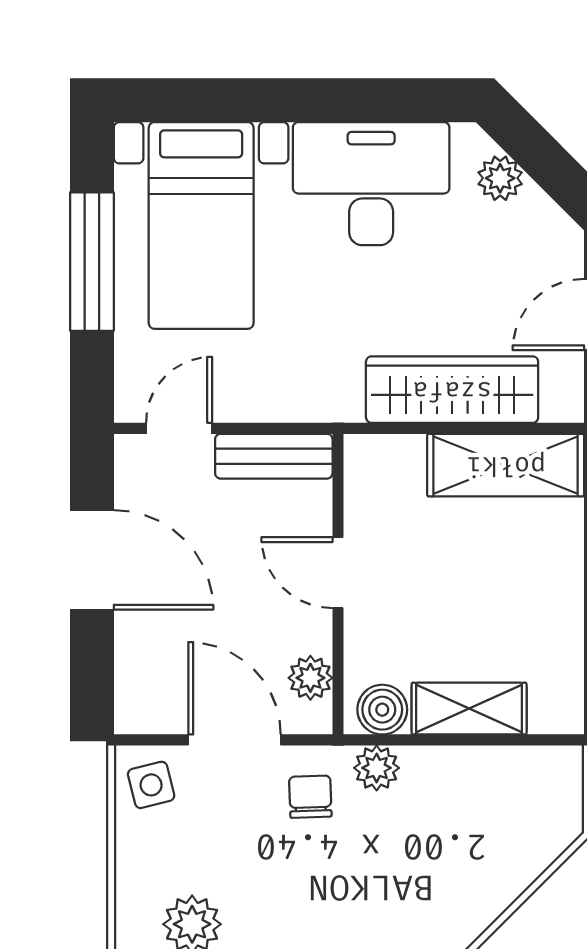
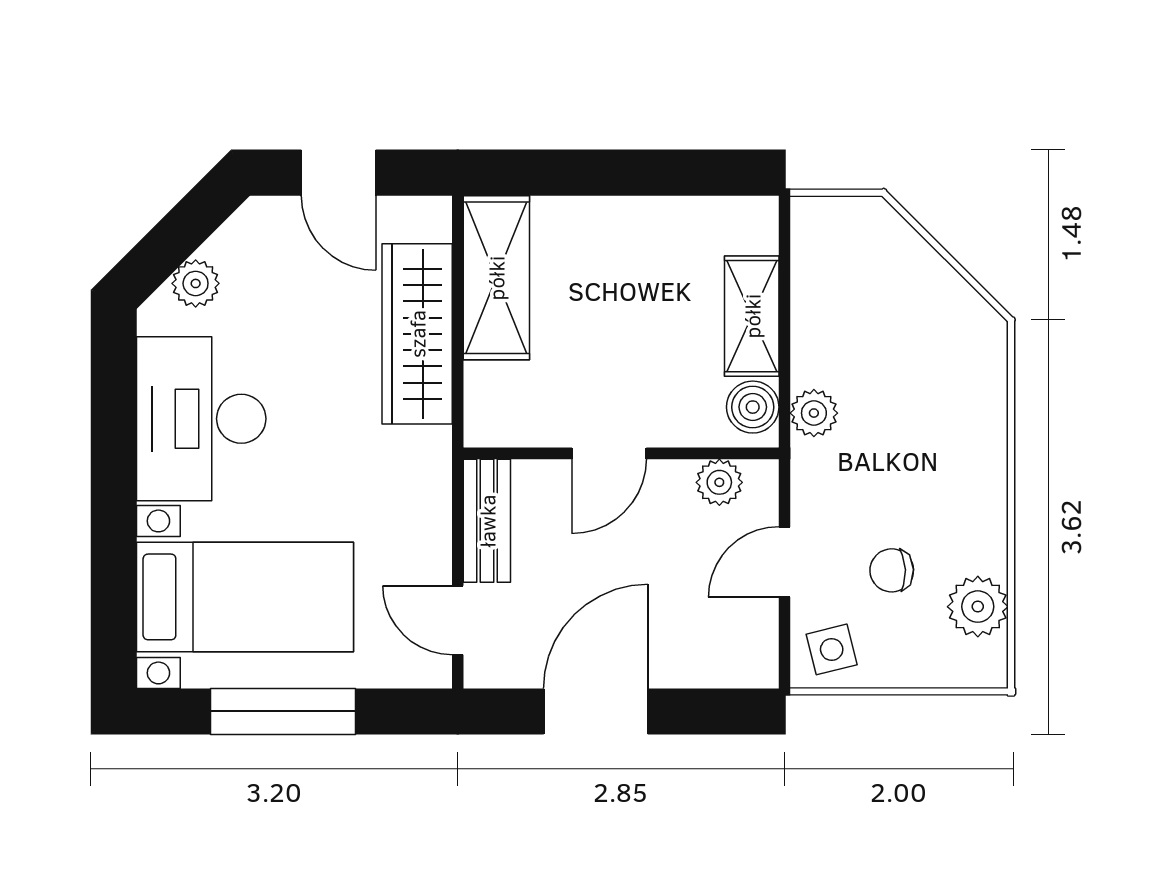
door: (234, 740) -> (785, 562), width x0.73
chair: (310, 797) -> (892, 570), moved

